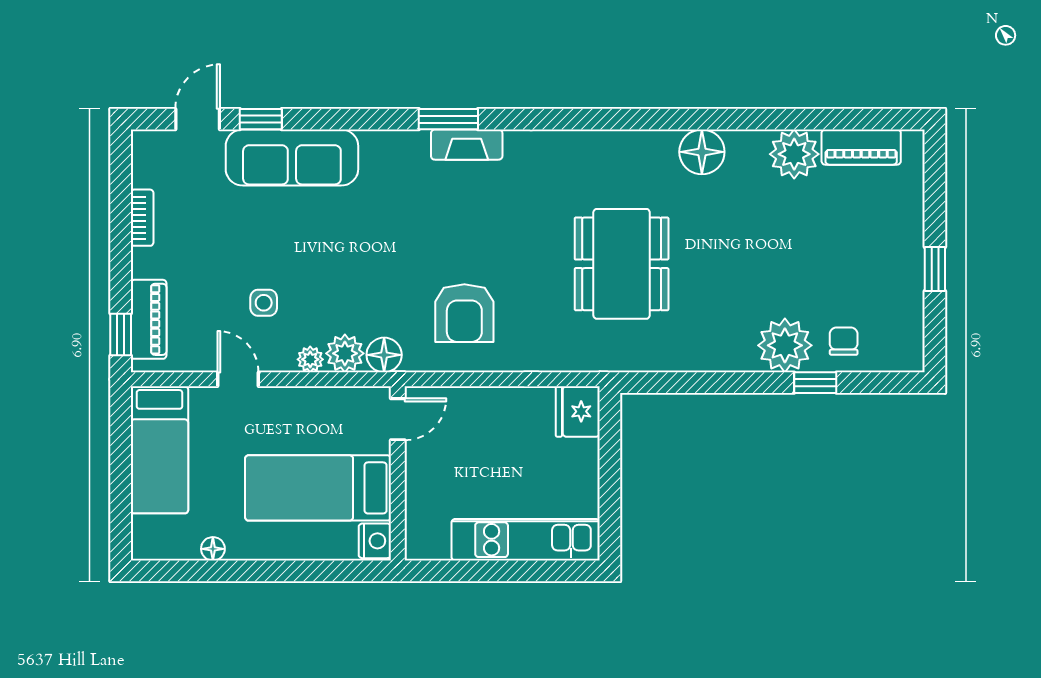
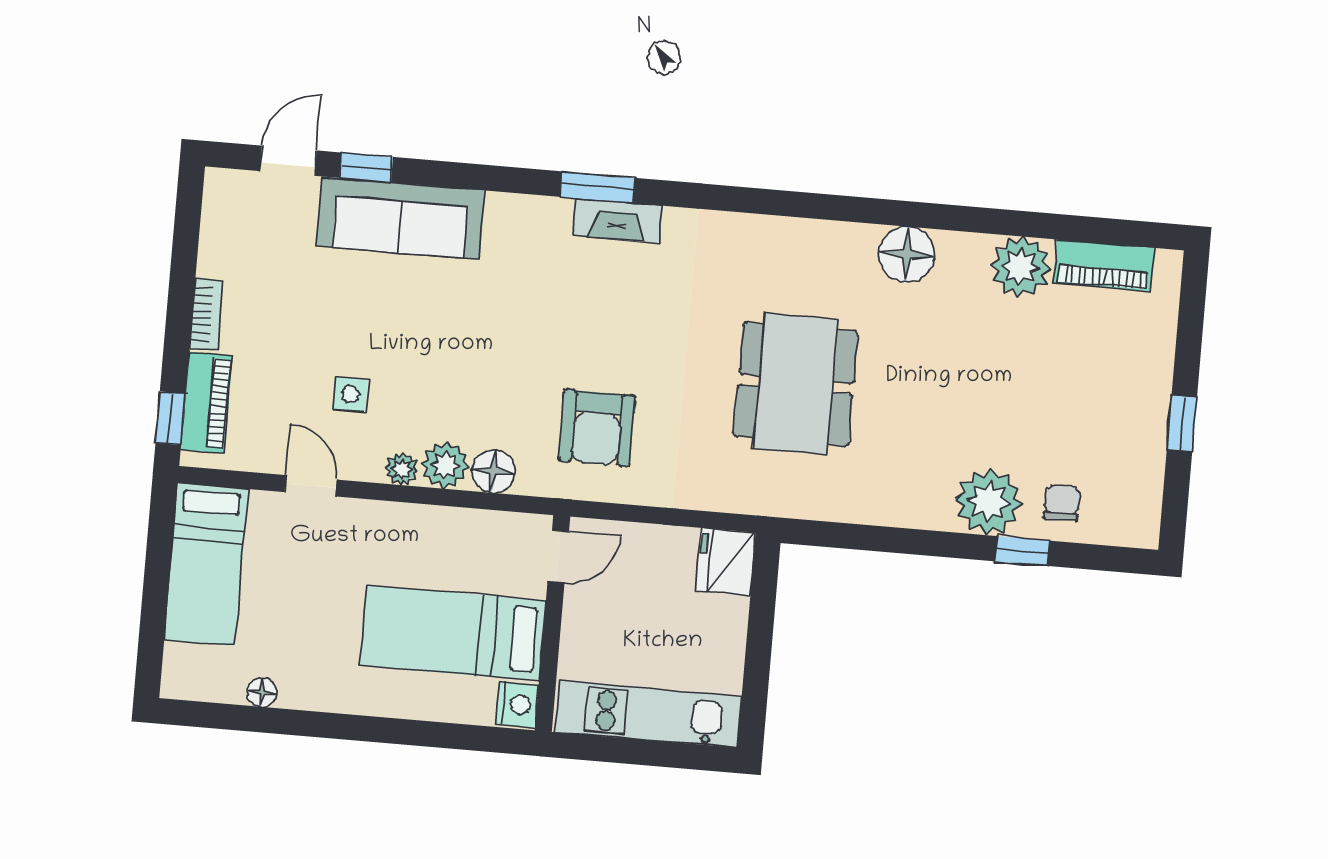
bookcase: (142, 218) -> (206, 315), moved
door: (398, 419) -> (558, 557), moved
wall: (398, 473) -> (553, 623), moved
bed: (318, 488) -> (453, 633), moved
nightstand: (375, 541) -> (517, 704), moved

